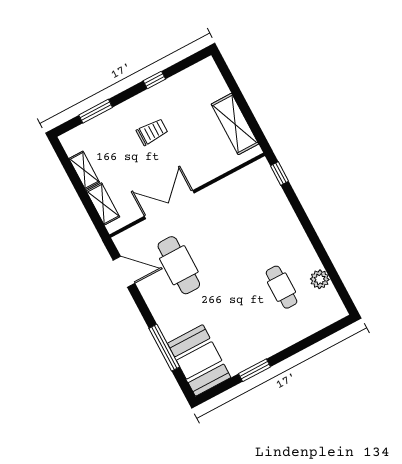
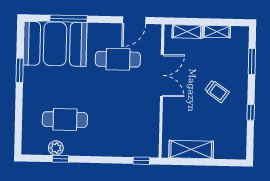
trolley: (152, 132) -> (217, 91), turned -55
window: (329, 267) -> (60, 159), added
cafe table: (282, 287) -> (65, 120), width x1.37, depth x1.35
booth: (199, 360) -> (55, 44), width x1.36, depth x1.42

